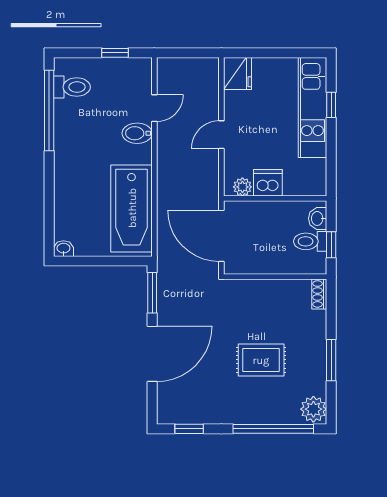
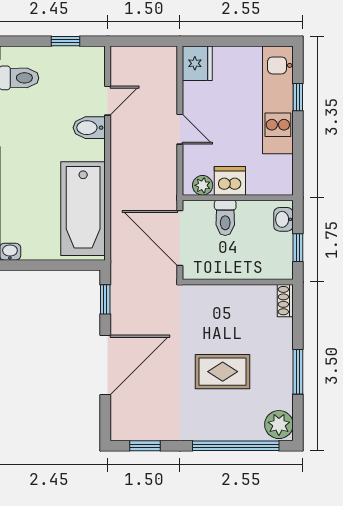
door: (221, 135) -> (180, 129), swing flipped
toilet: (310, 241) -> (225, 218), moved, turned -90
window: (152, 293) -> (105, 299), width x0.67

